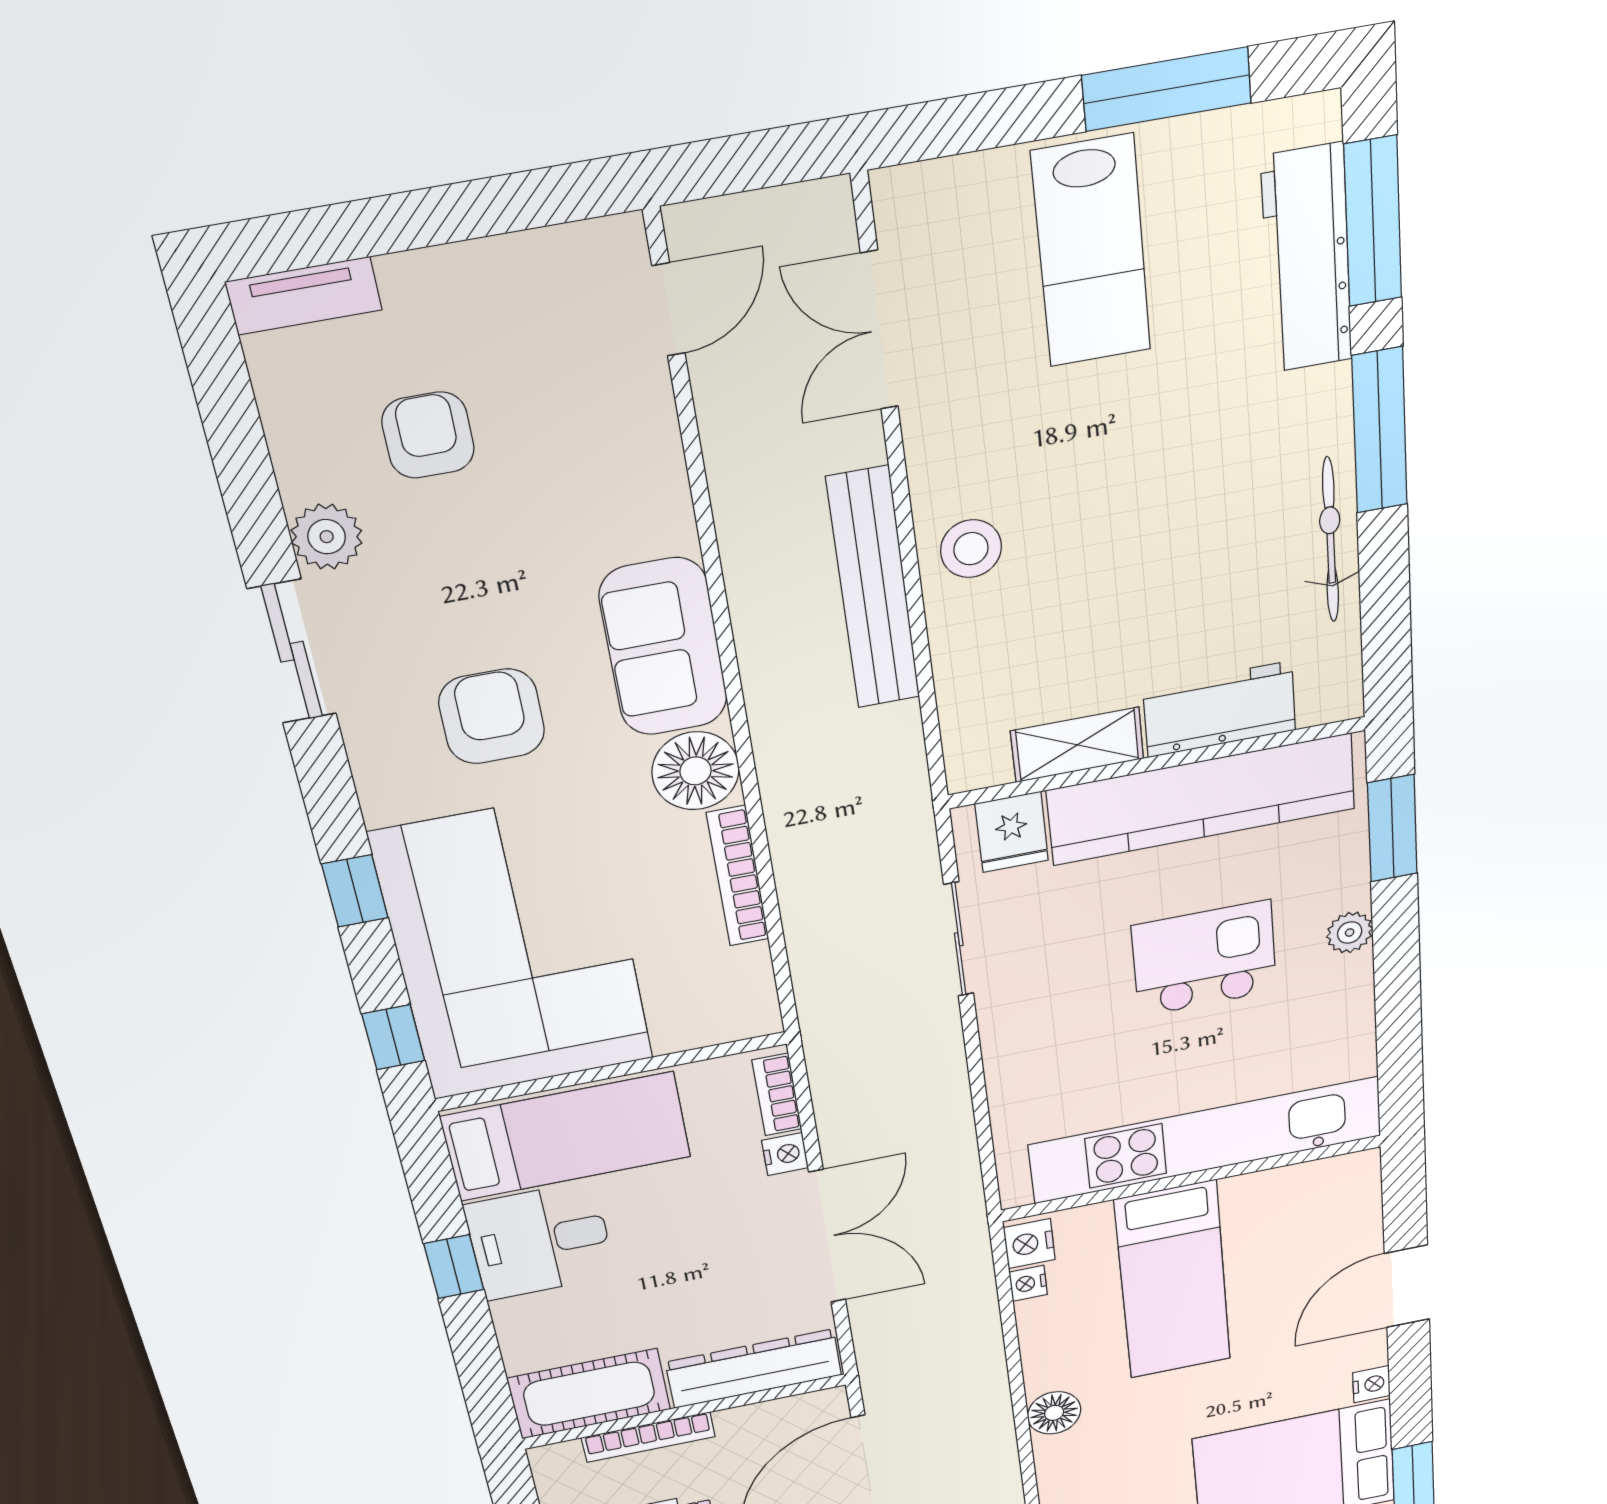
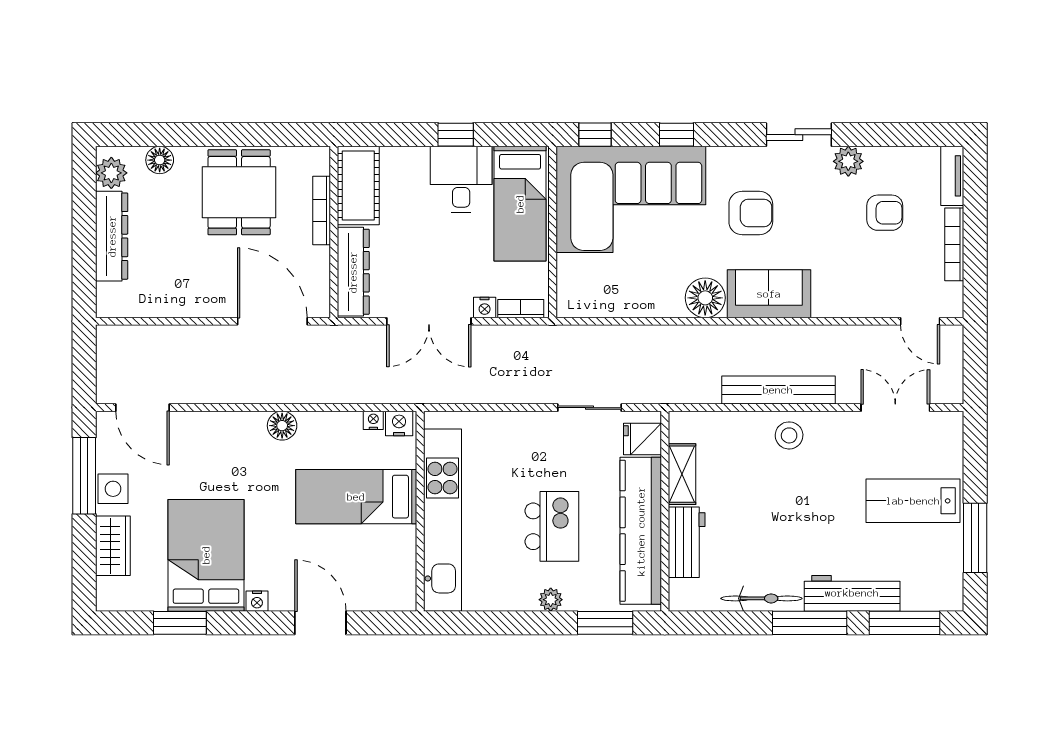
workbench: (1307, 259) -> (852, 593), moved
bookcase: (738, 876) -> (954, 244), moved, turned -90

